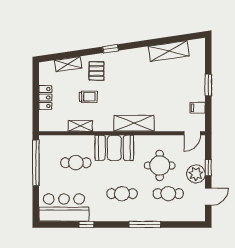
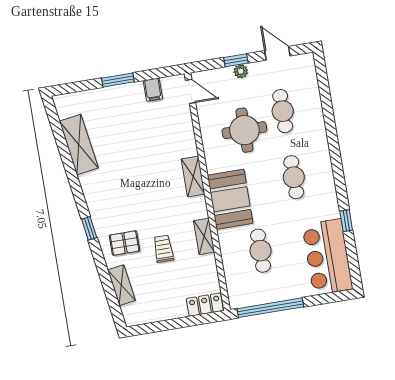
locker: (45, 97) -> (205, 305), moved
shelving: (134, 123) -> (193, 176), width x0.67, depth x0.75
shelving: (80, 126) -> (204, 236), moved
plant: (196, 174) -> (241, 71), width x0.53, depth x0.53
window: (145, 224) -> (332, 137), removed

